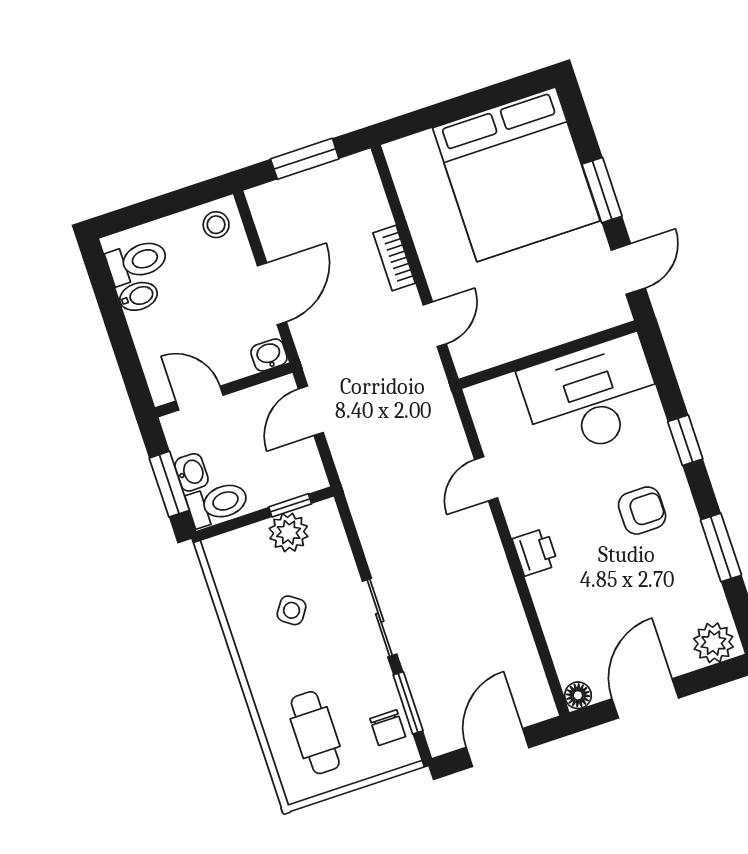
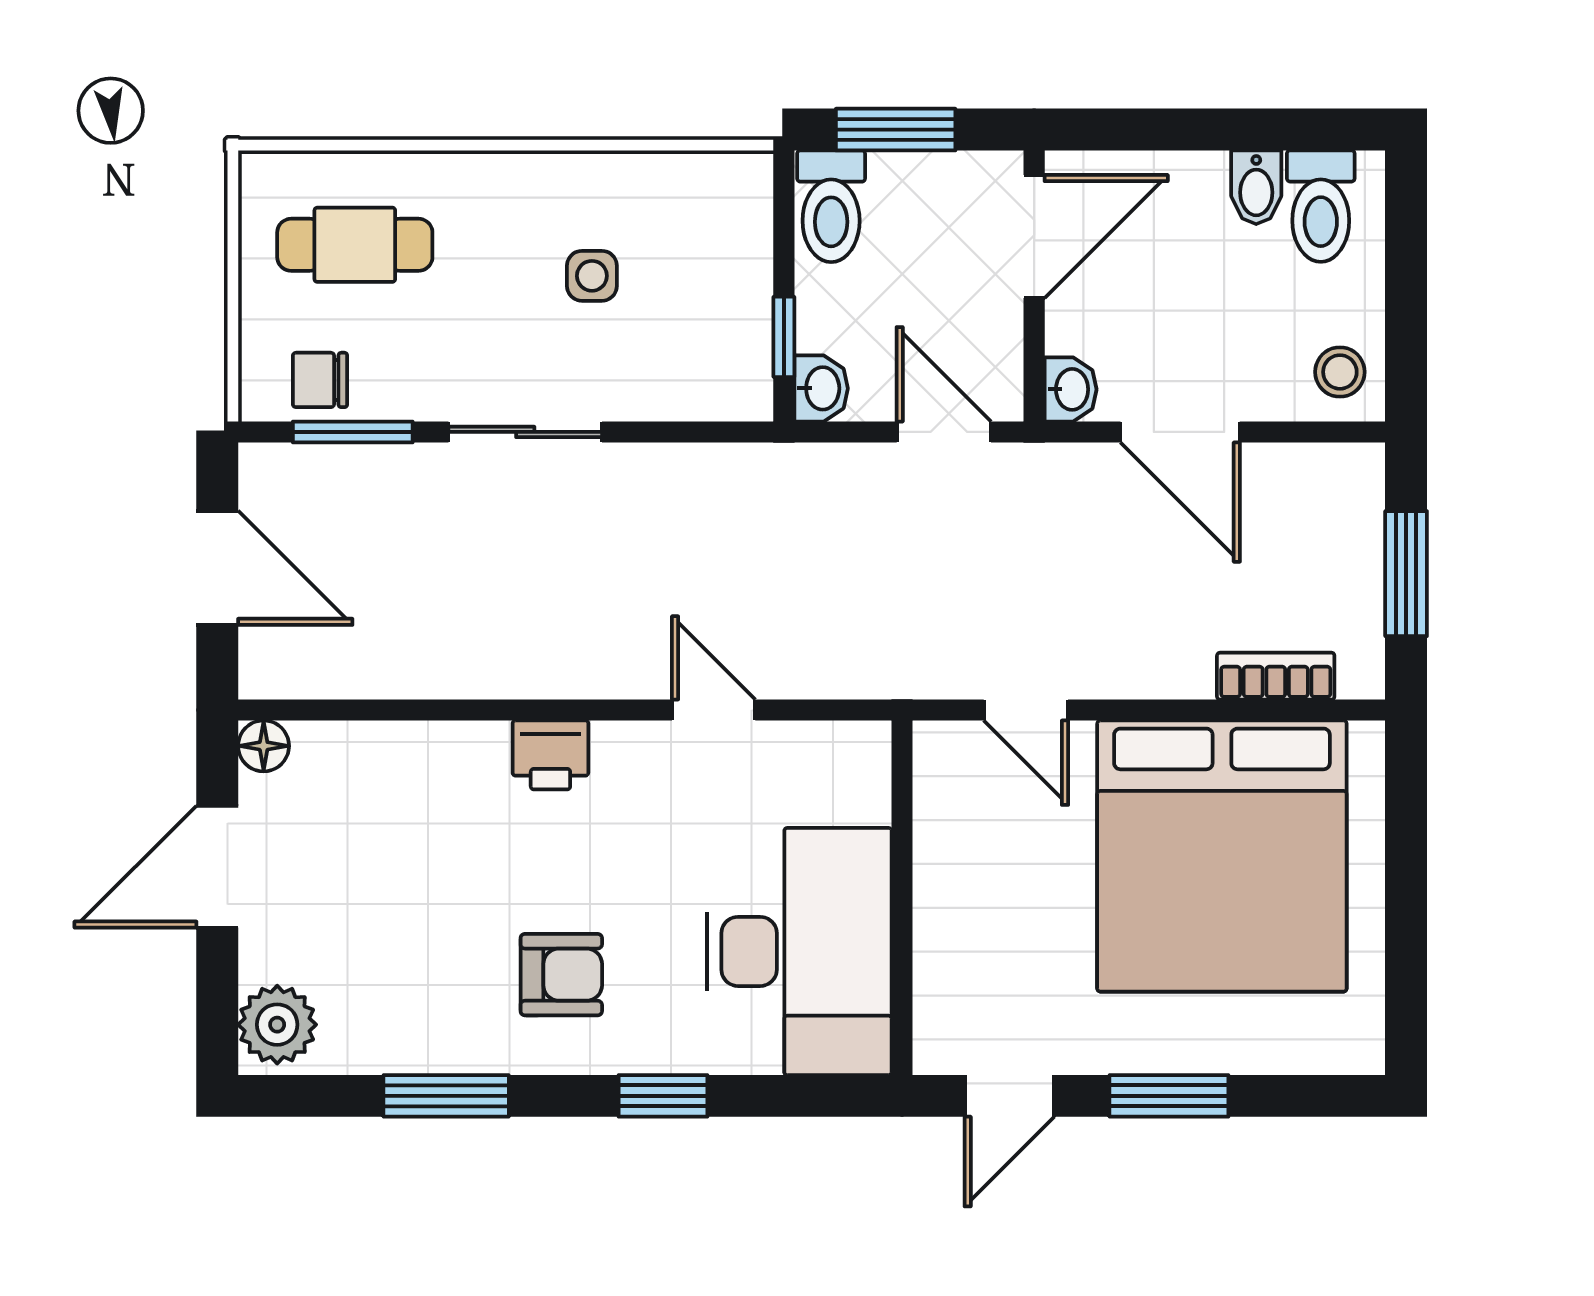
bed: (516, 174) -> (1222, 856), moved, turned -90
bookcase: (394, 258) -> (1276, 676), moved
door: (628, 269) -> (1009, 1096), hinge flipped
door: (199, 398) -> (1034, 237), width x1.38
washbasin: (191, 472) -> (821, 388), moved, turned -90
armchair: (642, 511) -> (561, 975), turned -90
plant: (289, 532) -> (735, 318), removed
side table: (292, 610) -> (592, 276), turned -35
door: (645, 698) -> (217, 867), swing flipped

